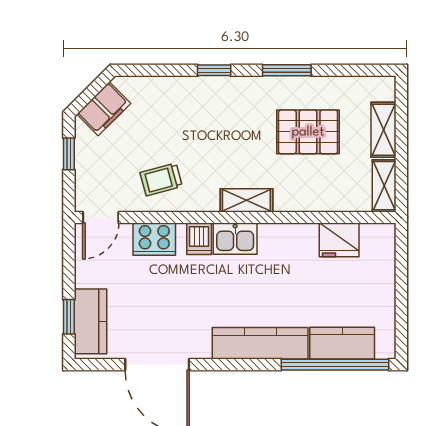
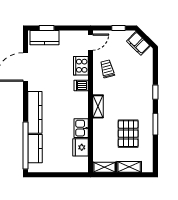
door: (101, 217) -> (90, 42), swing flipped
kitchen sink: (235, 239) -> (81, 128), moved

